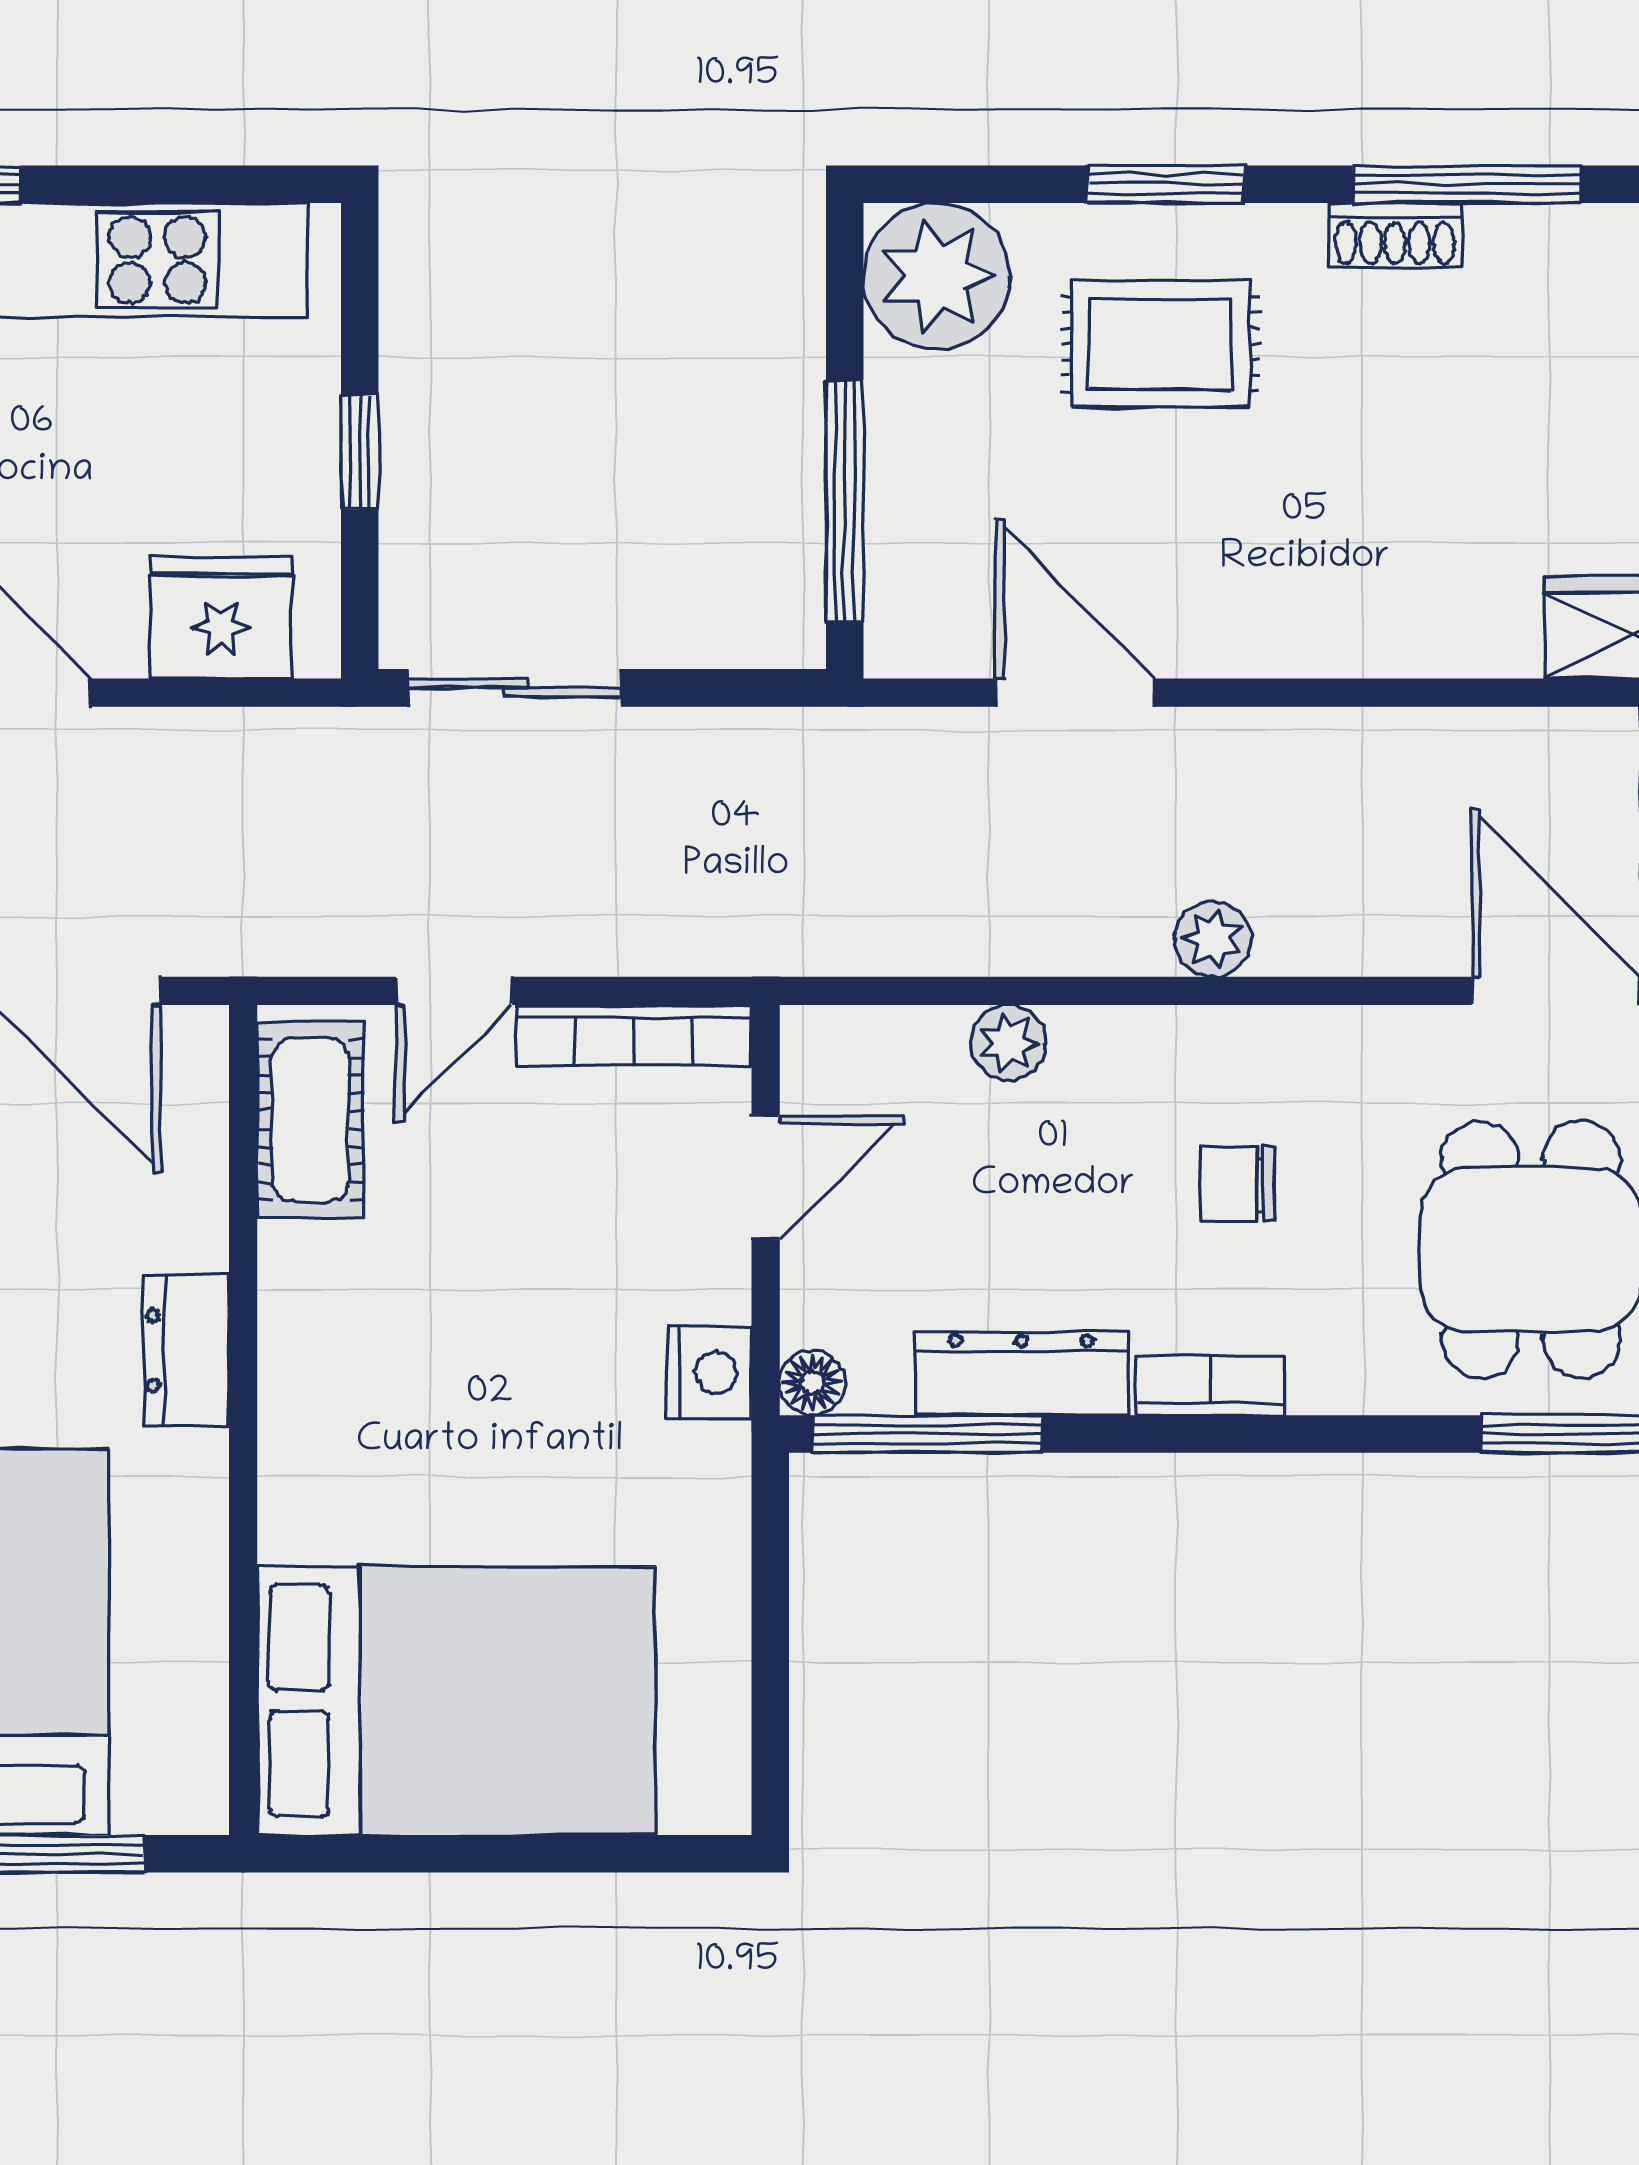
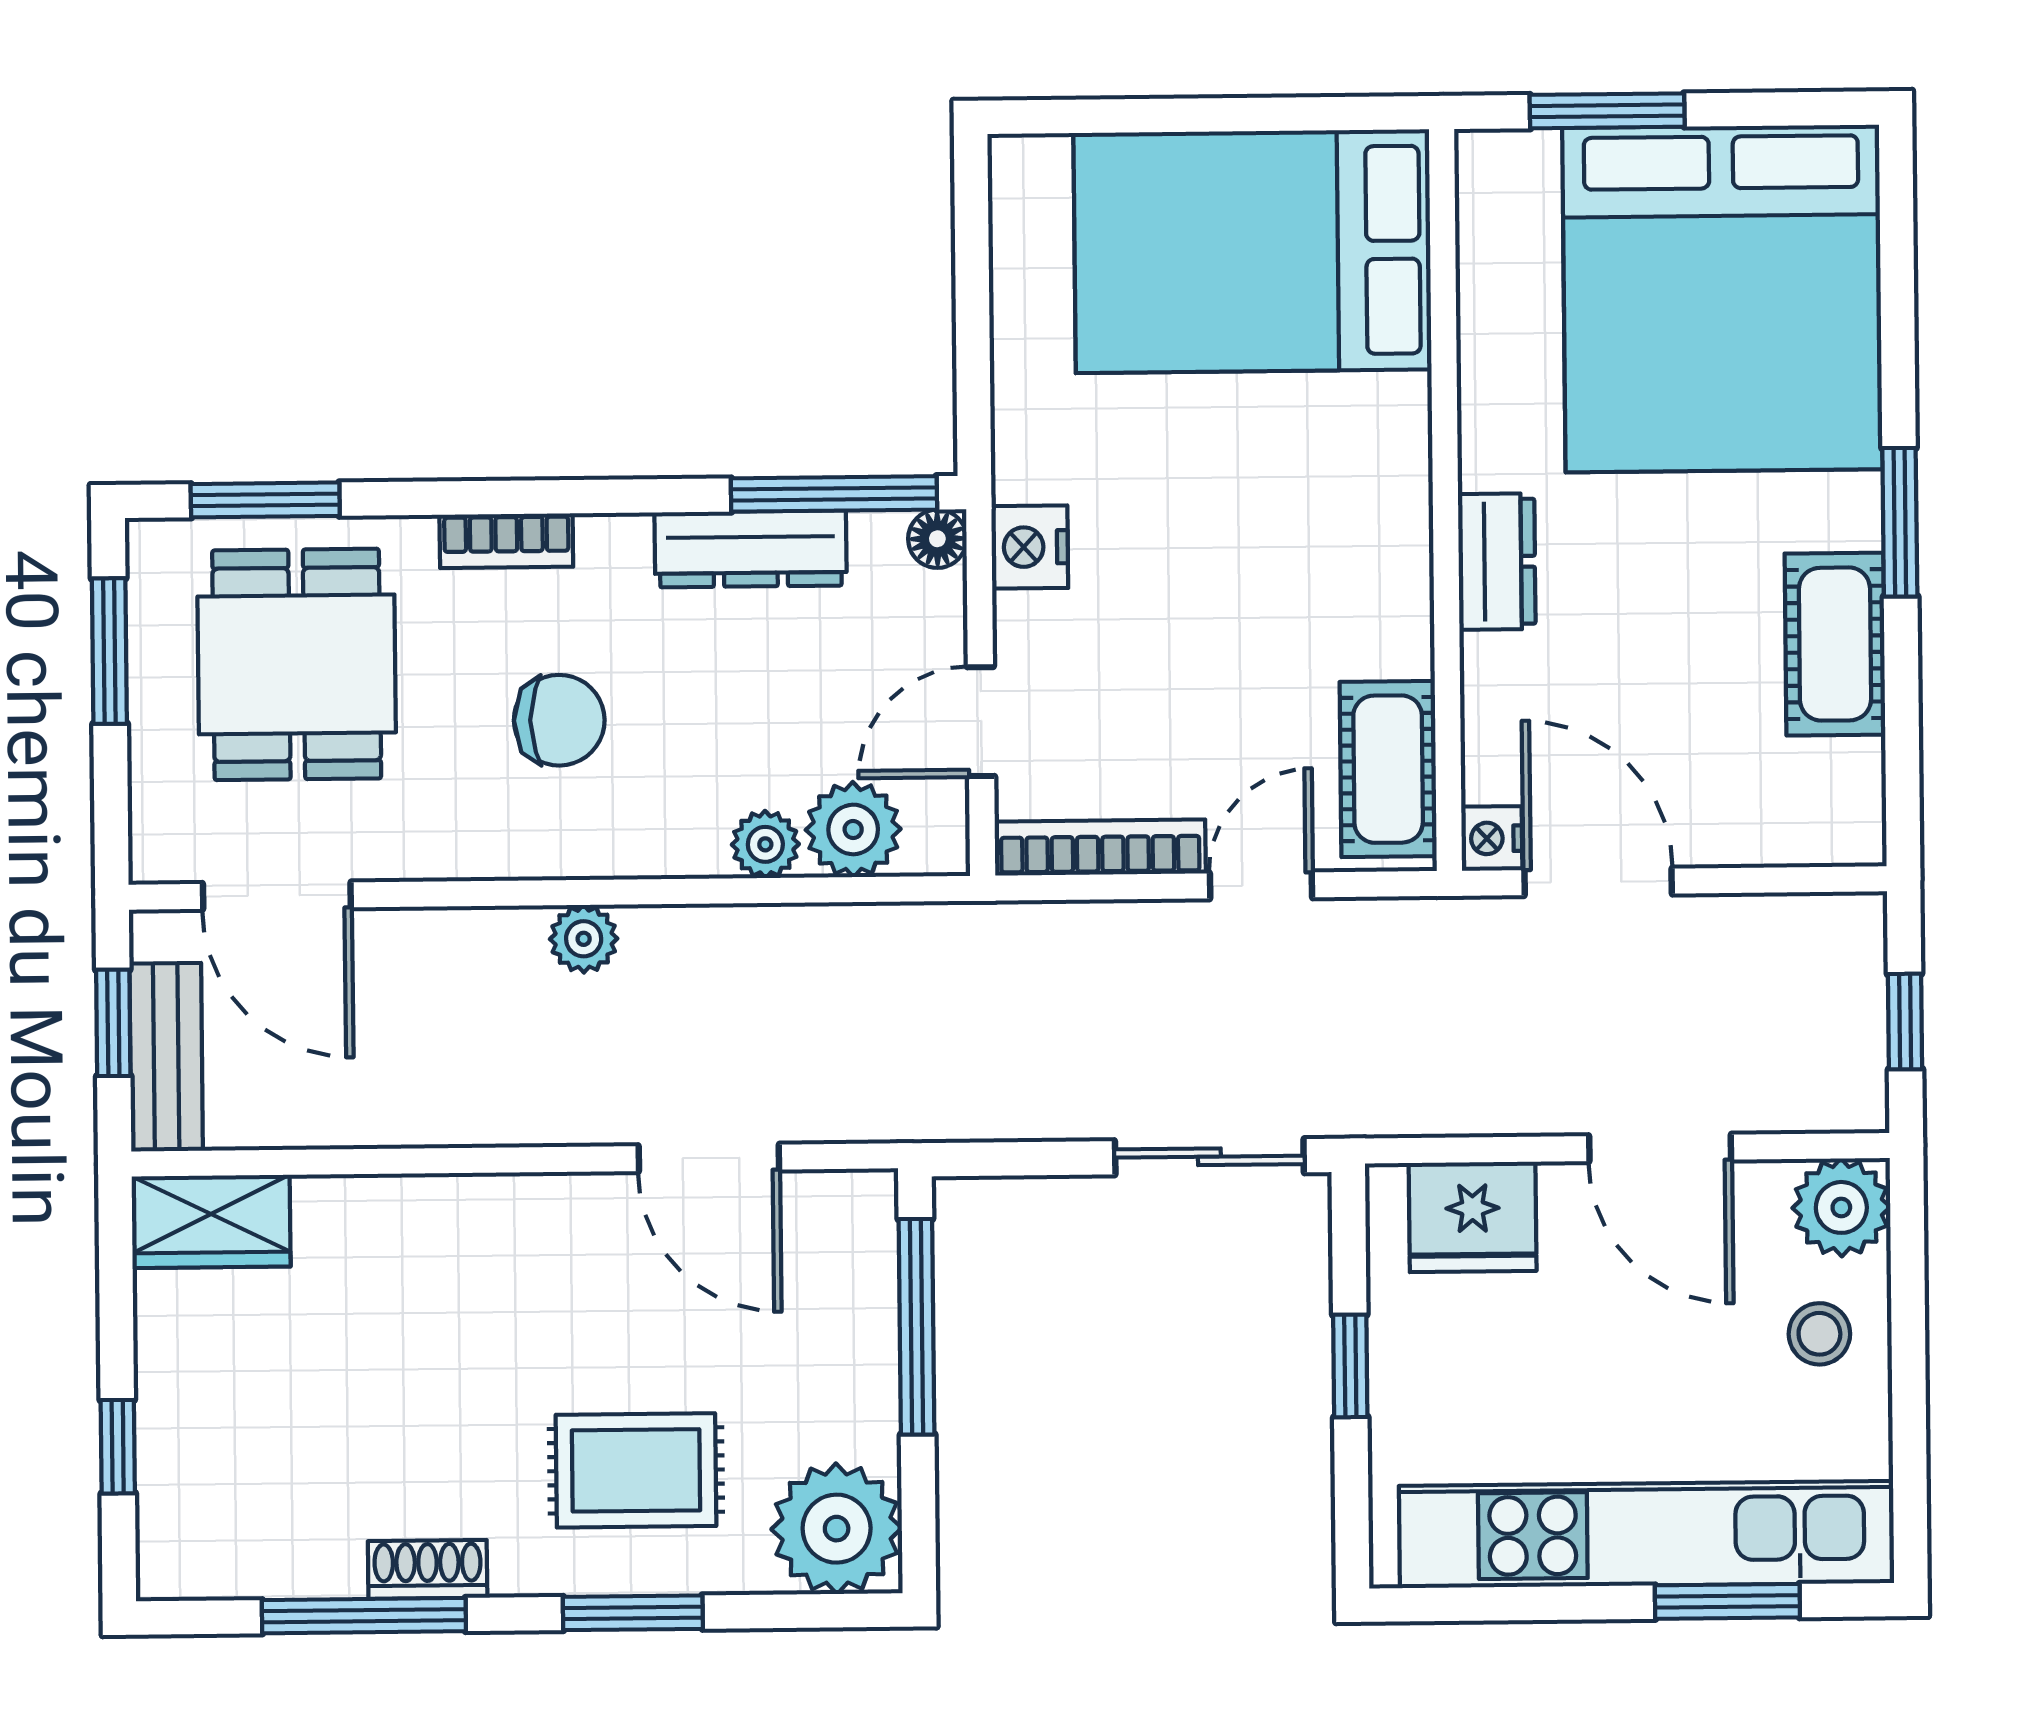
nightstand: (195, 1041) -> (1492, 838), added
plant: (910, 1058) -> (853, 829), added
chair: (1238, 1184) -> (559, 720), width x1.37, depth x1.37
bookcase: (1211, 1386) -> (506, 541), moved

